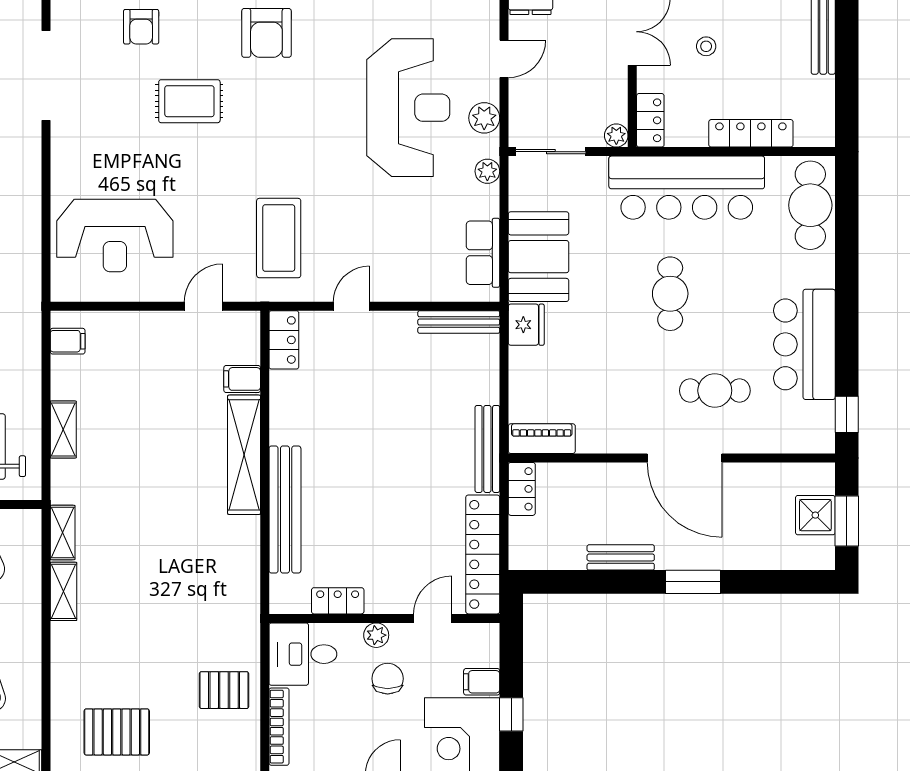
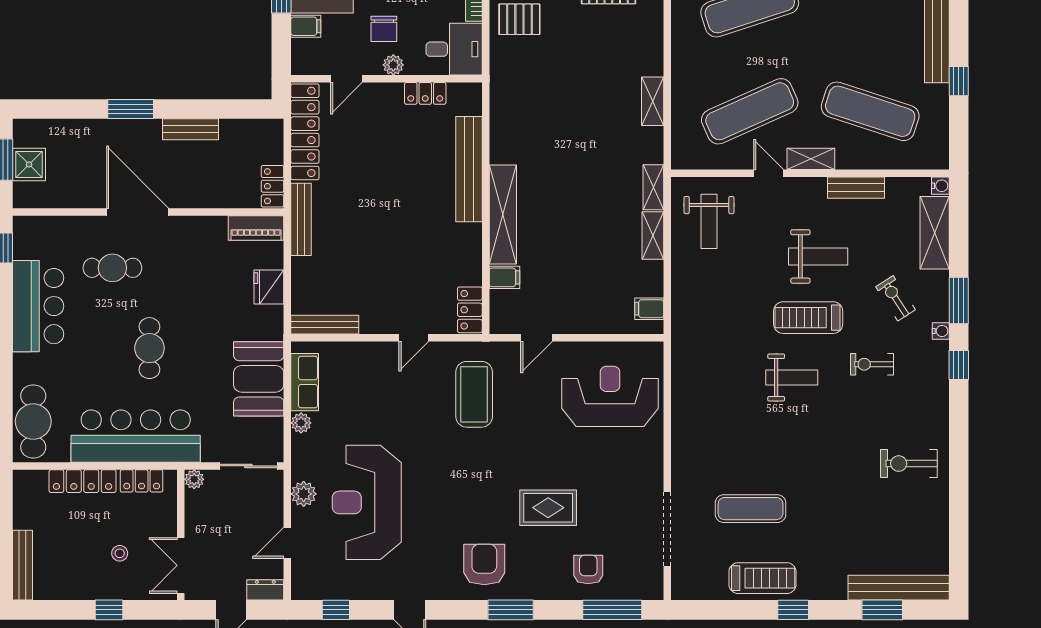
locker: (650, 120) -> (142, 481), moved, turned -90
plant: (487, 171) -> (301, 423), moved
fridge: (526, 325) -> (269, 287), moved
shelving: (63, 532) -> (653, 187), moved

